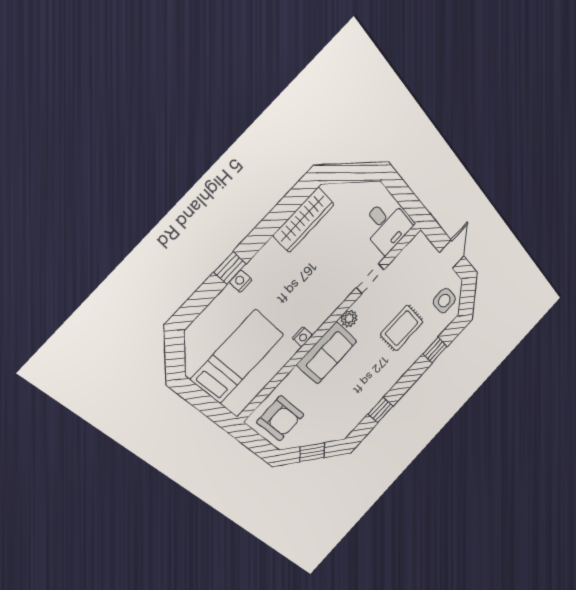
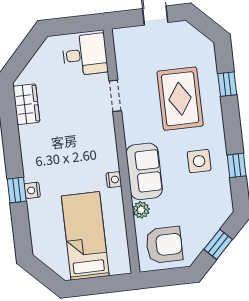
wardrobe: (304, 220) -> (26, 104), width x0.67
side table: (444, 301) -> (199, 161), moved
plant: (349, 319) -> (141, 210), moved
rug: (402, 328) -> (180, 99), width x1.36, depth x1.43

